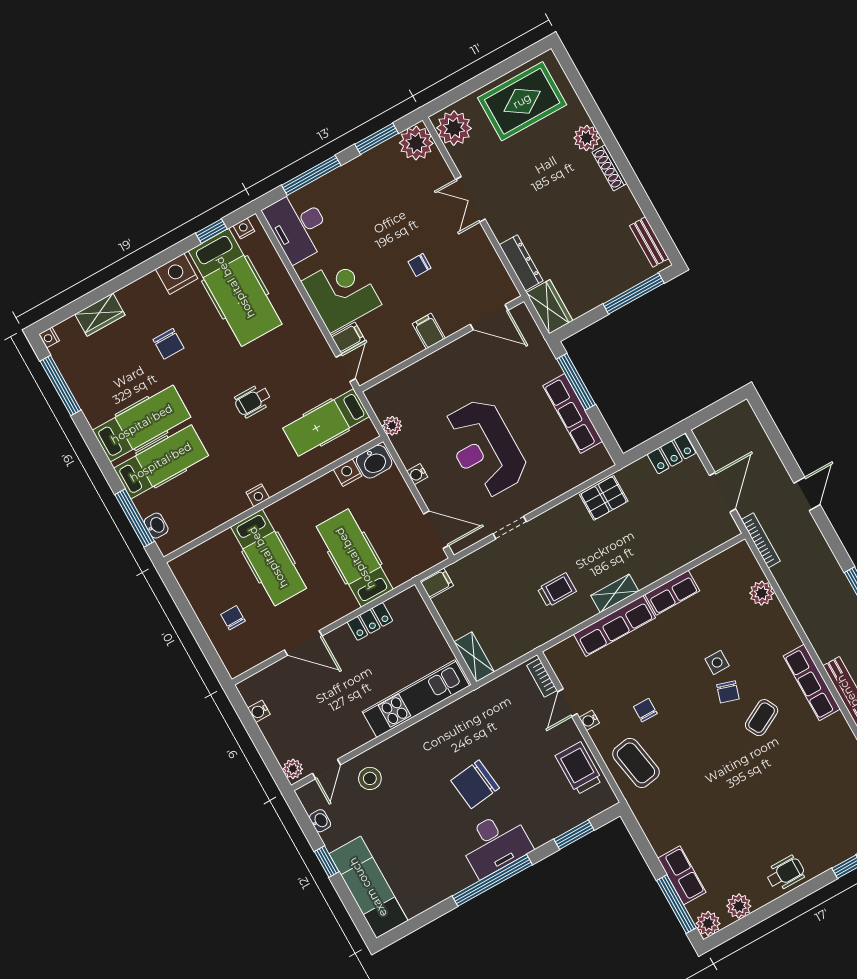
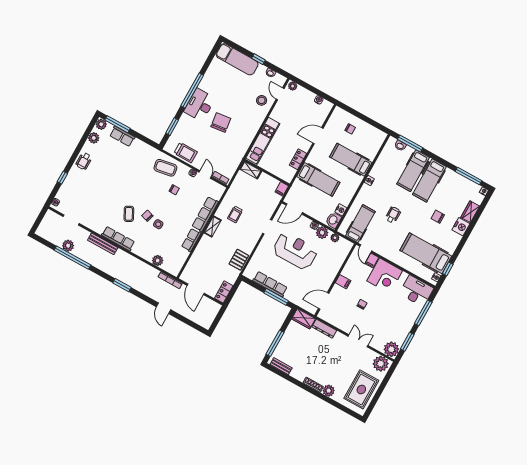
nightstand: (177, 274) -> (461, 227), moved
plant: (411, 451) -> (322, 233), added

